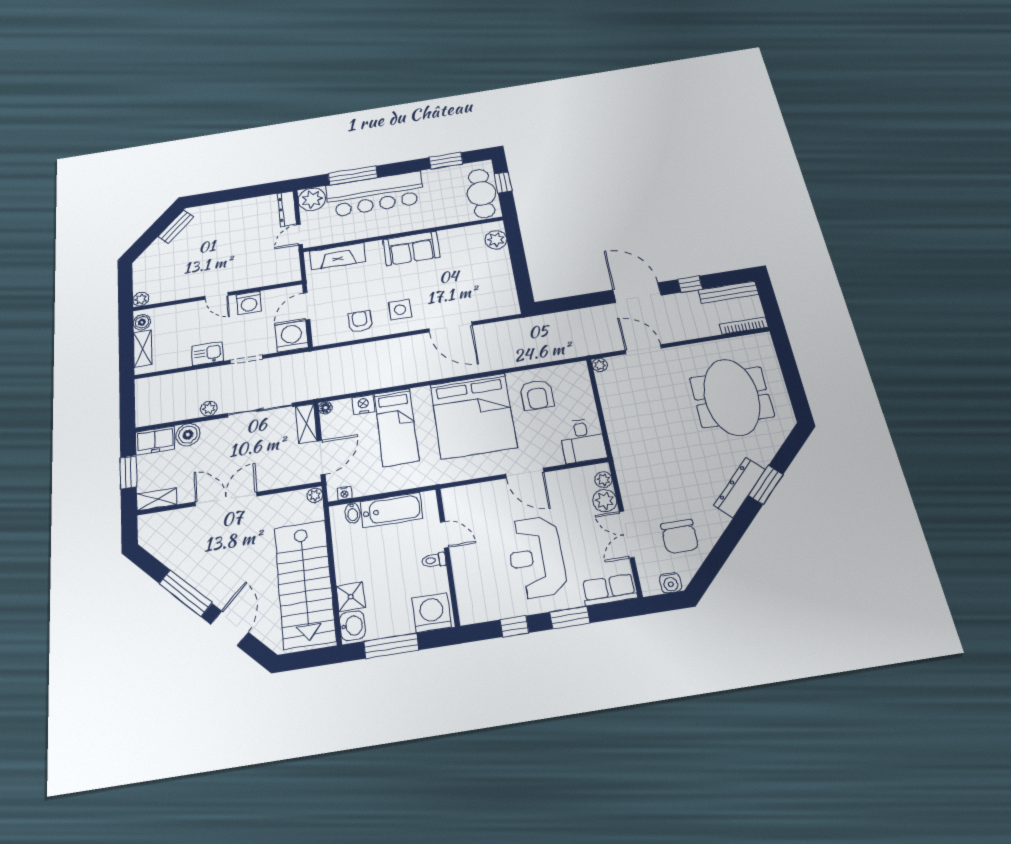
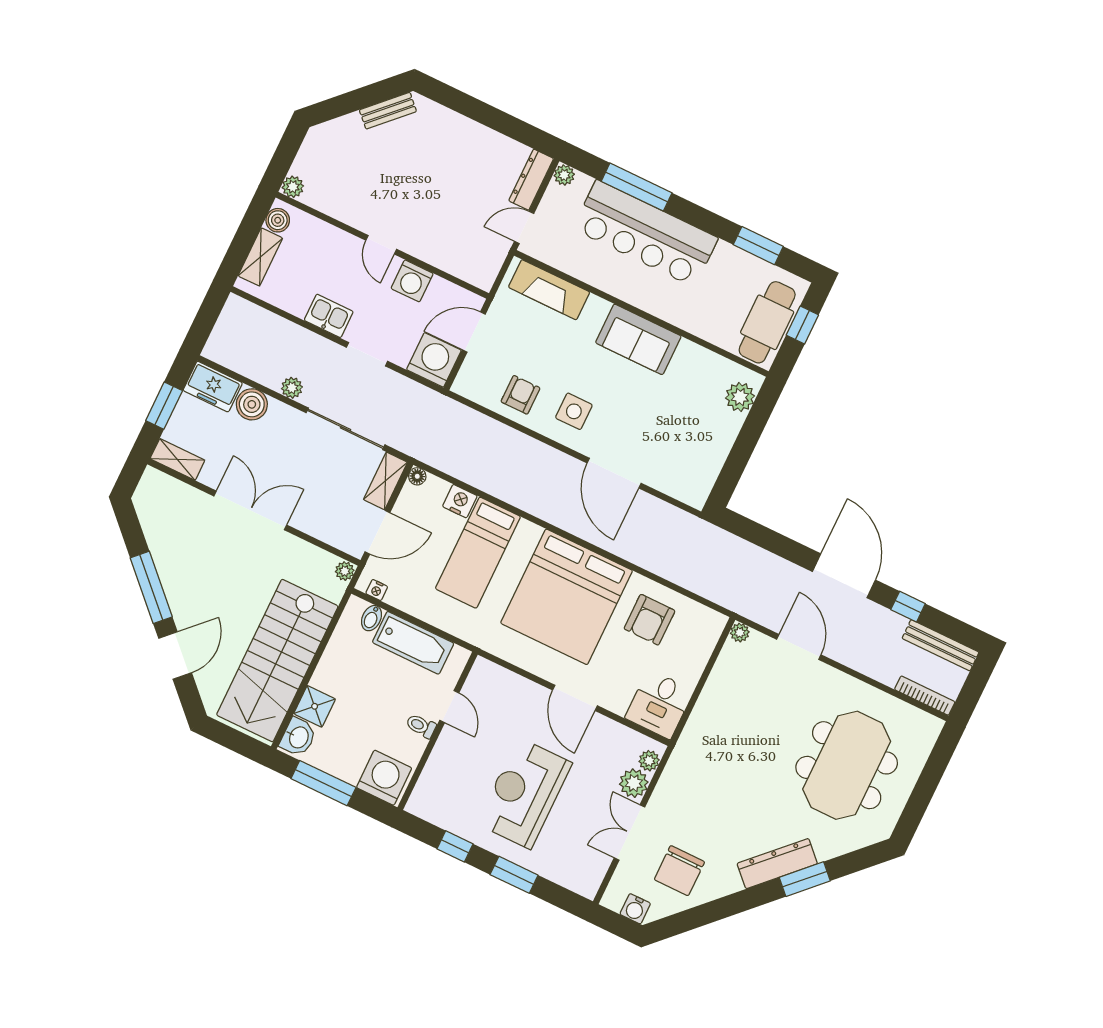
plant: (312, 199) -> (564, 175), width x0.53, depth x0.53
row of seats: (609, 590) -> (571, 875), removed

